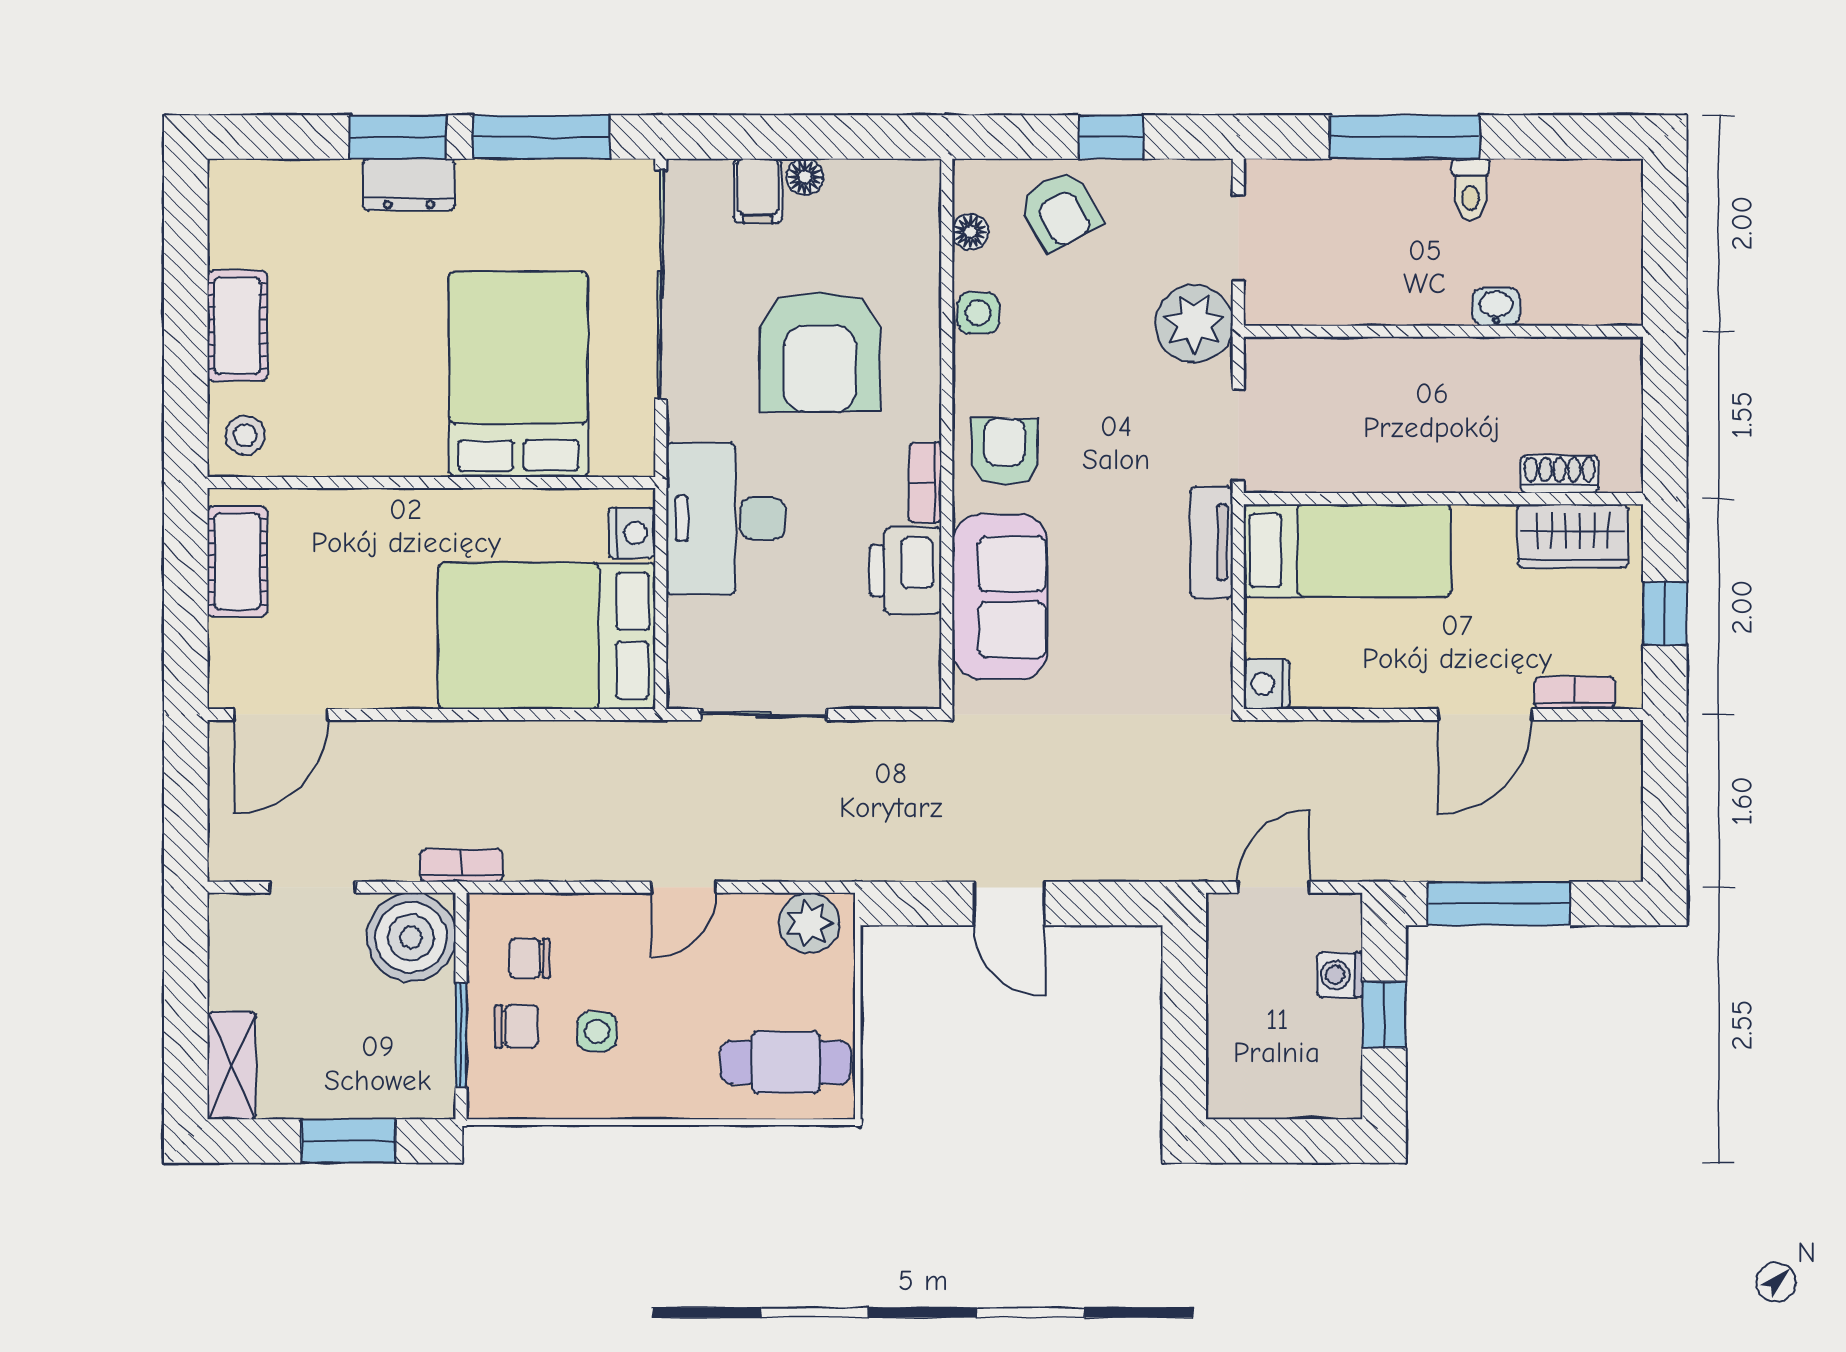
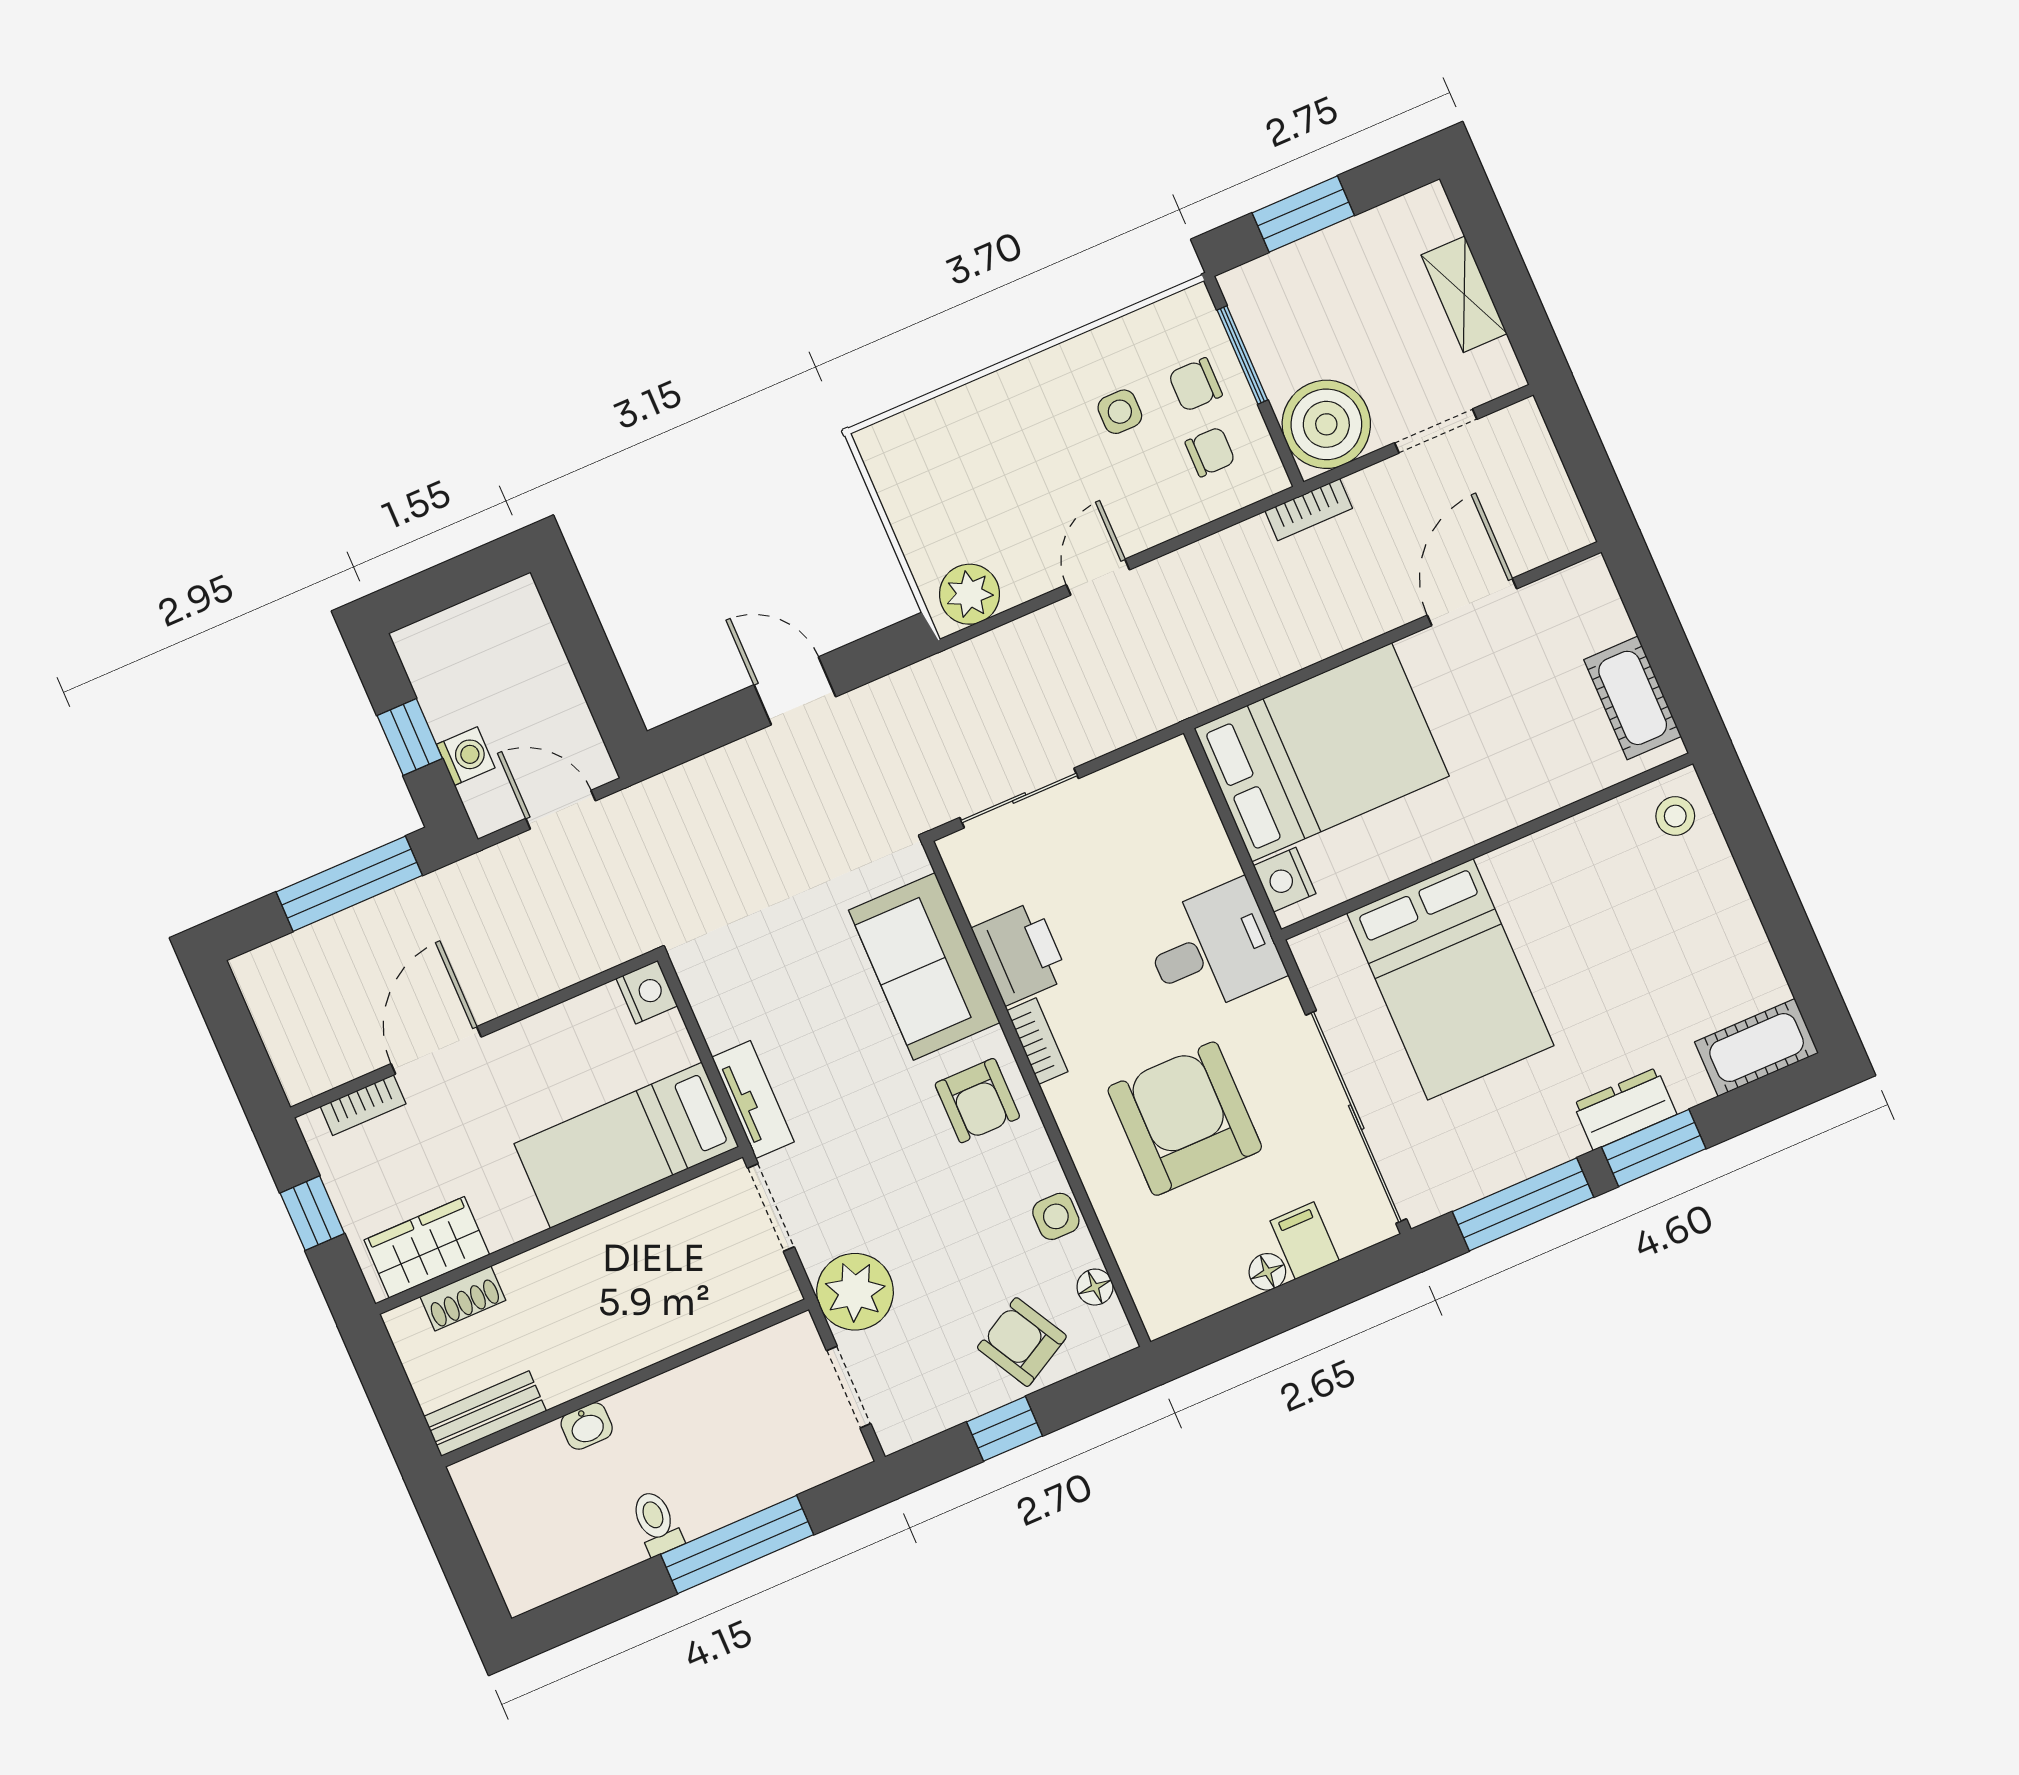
cot: (237, 326) -> (1757, 1048), moved, turned 90
bench: (1585, 359) -> (485, 1414), added
desk: (726, 518) -> (1213, 948), width x0.73
door: (281, 715) -> (1472, 602), moved
sliding door: (764, 715) -> (1019, 798), moved
door: (1274, 887) -> (561, 810), swing flipped
cafe table: (786, 1062) -> (936, 458), removed
shelving: (231, 1066) -> (1464, 294), moved

